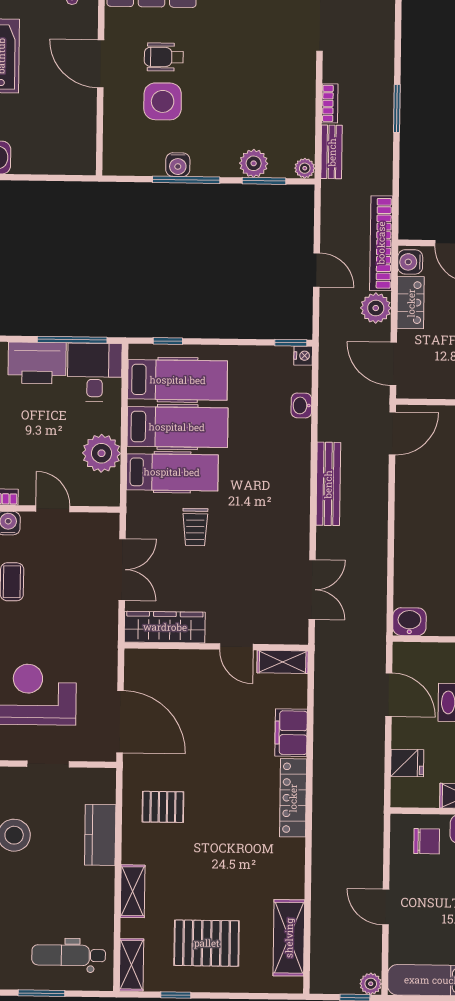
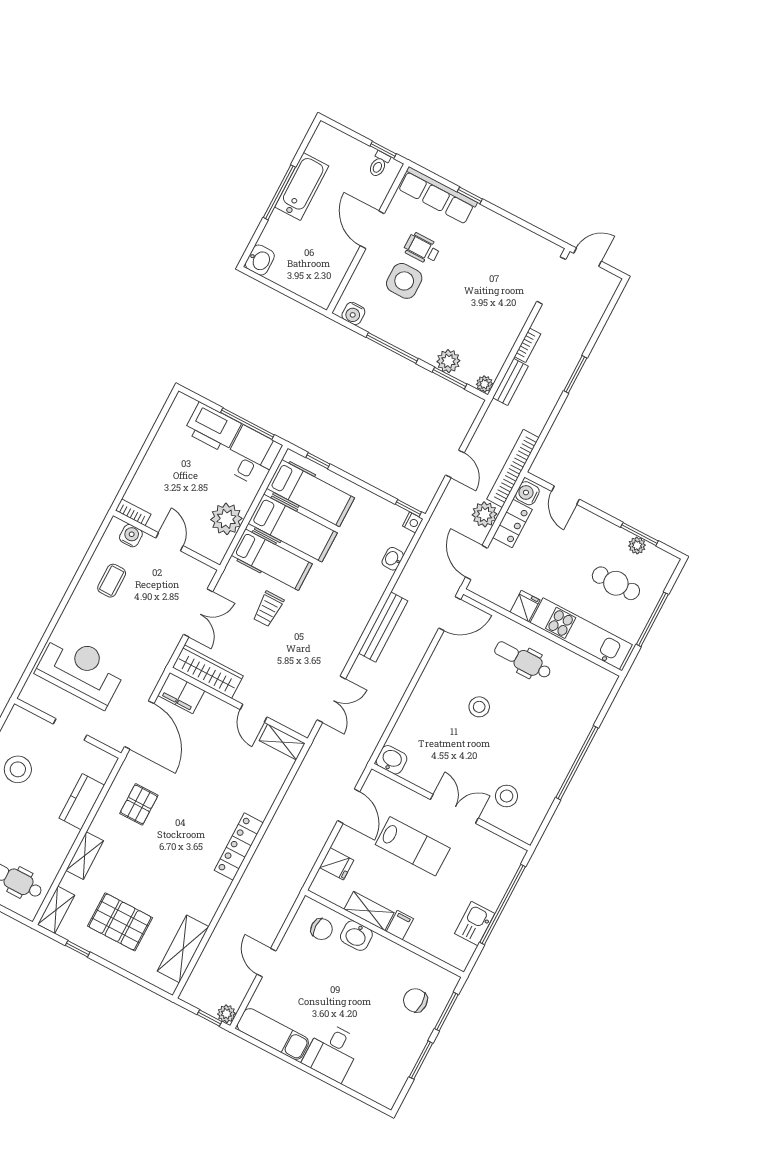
water cooler: (178, 165) -> (353, 313), moved
filing cabinet: (291, 733) -> (181, 693), moved, turned -90
pallet: (163, 807) -> (139, 804), turned 90

